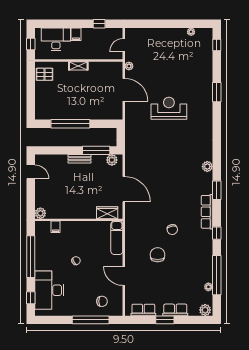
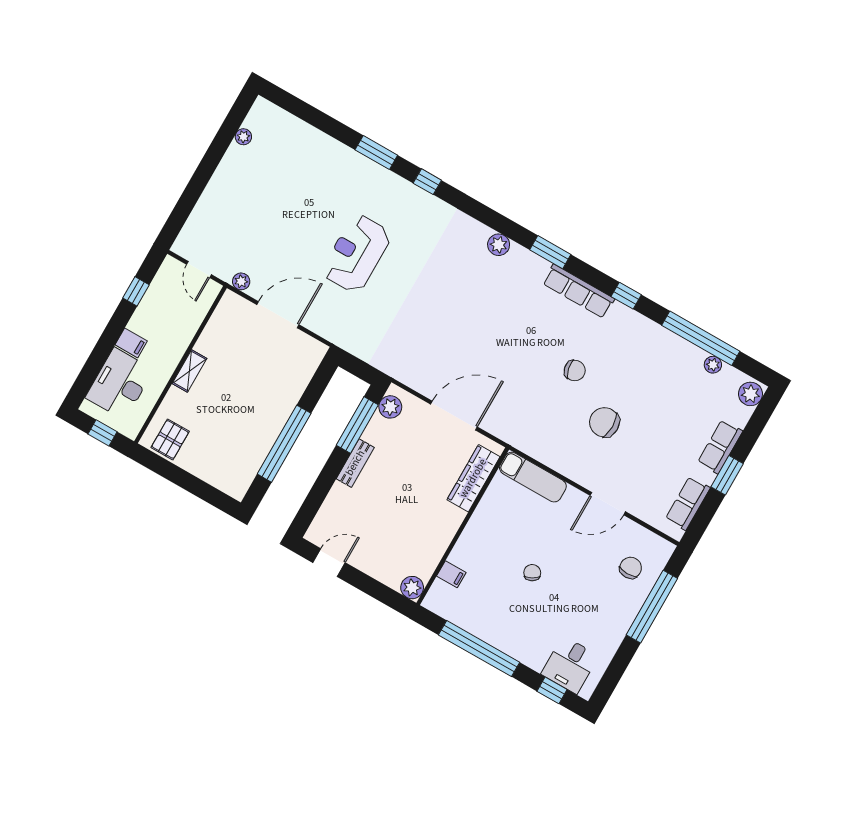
window: (217, 45) -> (427, 182), moved
wardrobe: (107, 213) -> (473, 478), width x1.50
desk: (49, 290) -> (570, 665), width x0.53, depth x0.77

